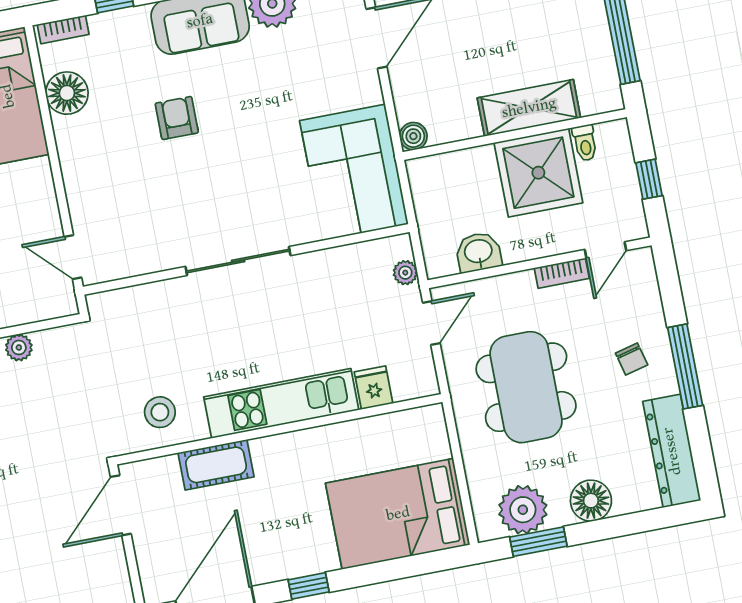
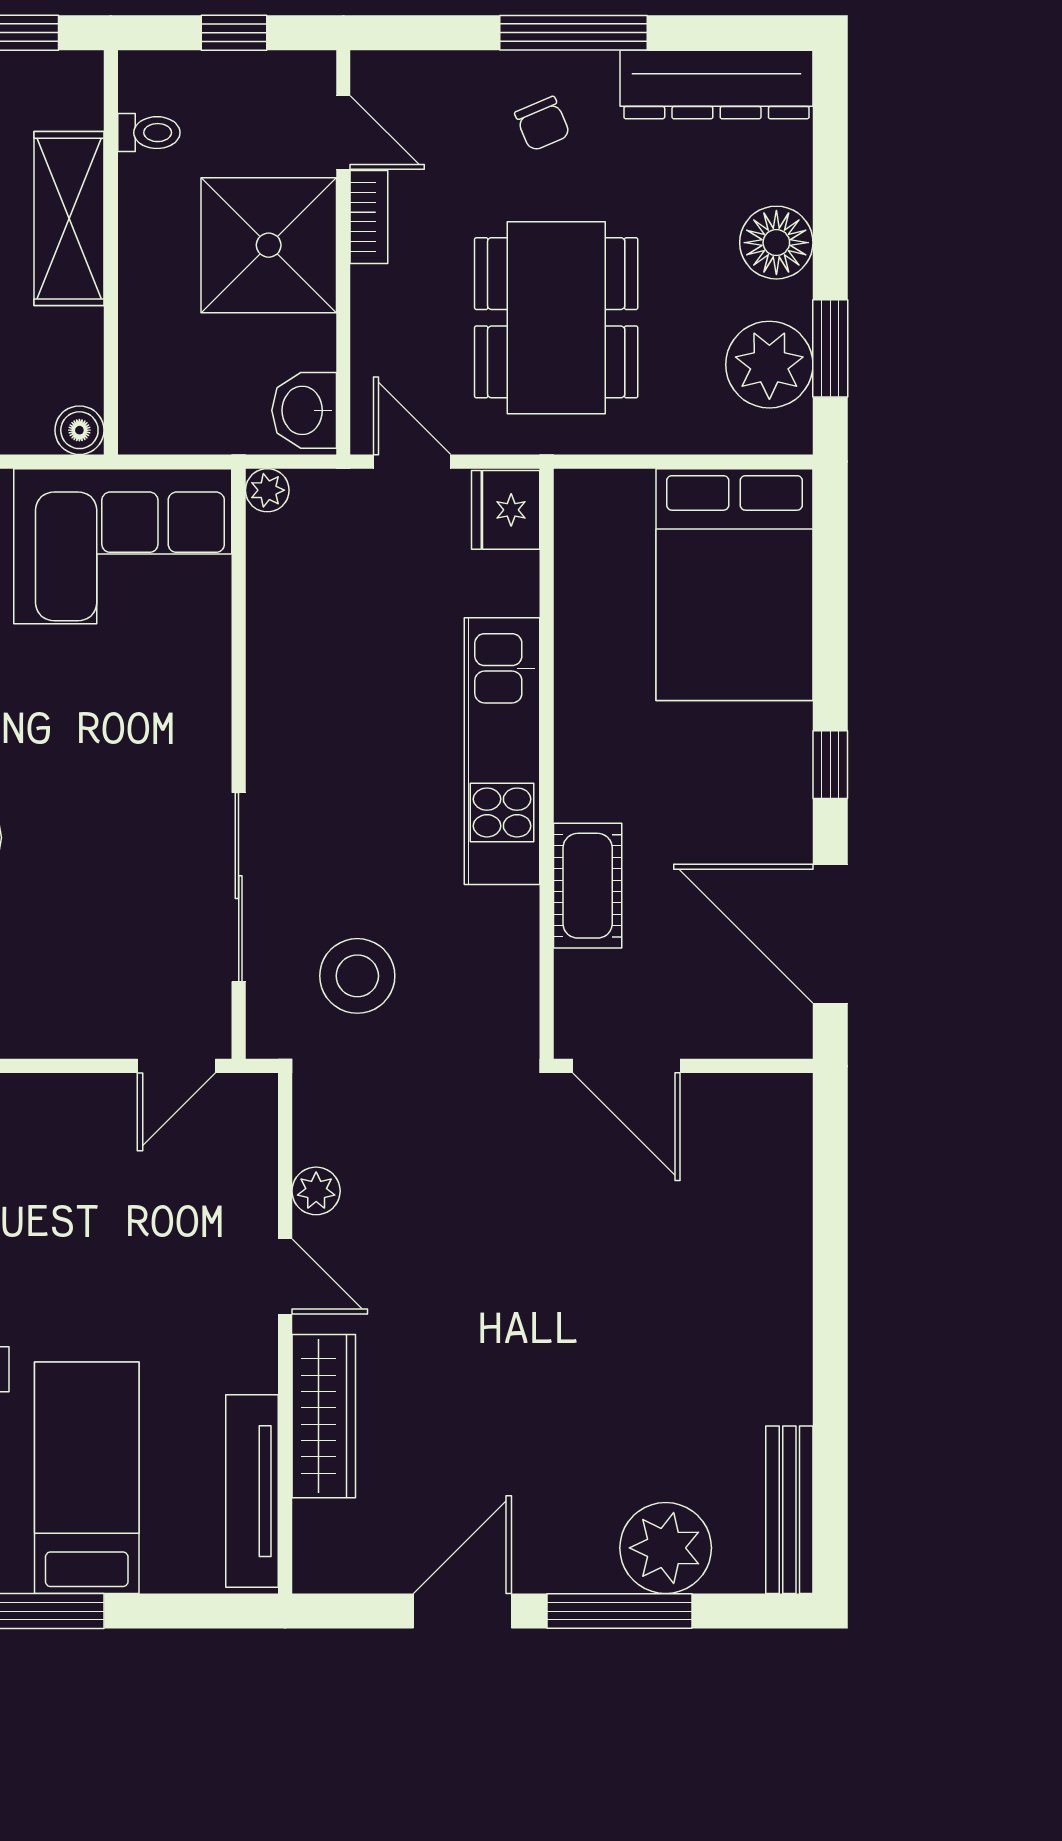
shower: (538, 173) -> (269, 245), moved
washbasin: (478, 252) -> (304, 410), moved
sliding door: (238, 261) -> (239, 887), moved
plant: (405, 273) -> (267, 490), moved
chair: (632, 359) -> (542, 124), turned 81
dining table: (526, 387) -> (556, 318), turned 90
fridge: (374, 388) -> (506, 510), moved, width x1.38
stool: (160, 412) -> (357, 976), moved, width x1.38, depth x1.38

